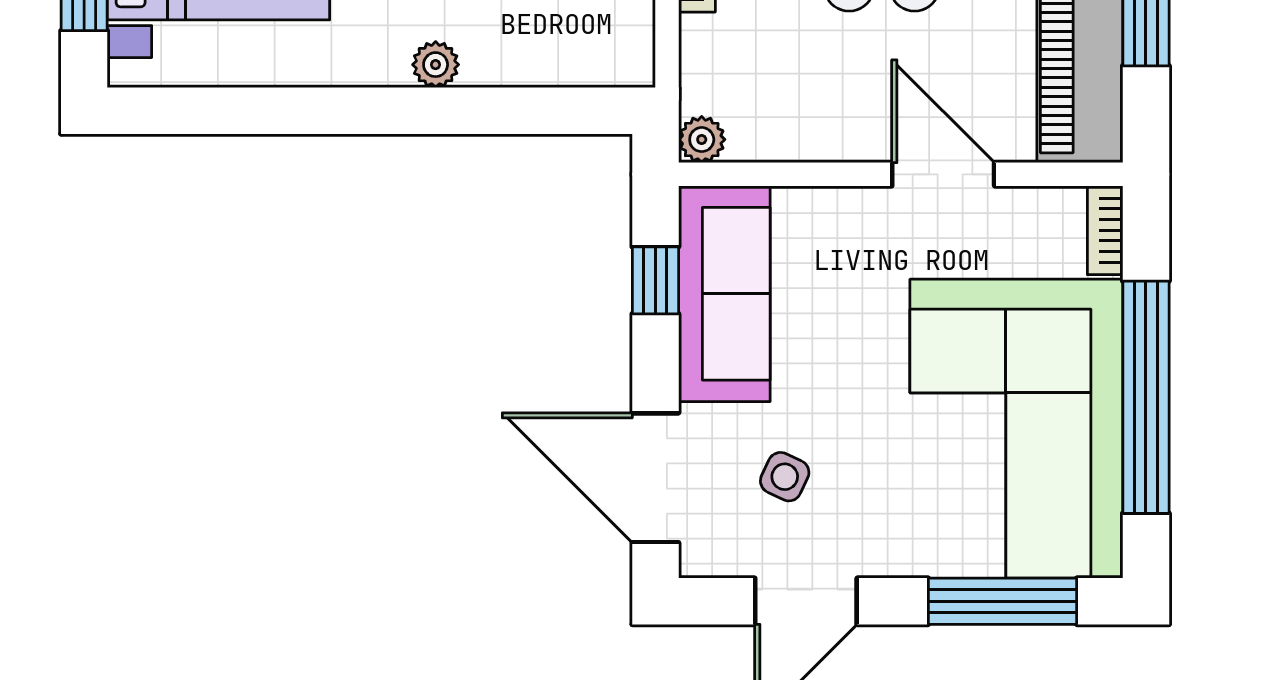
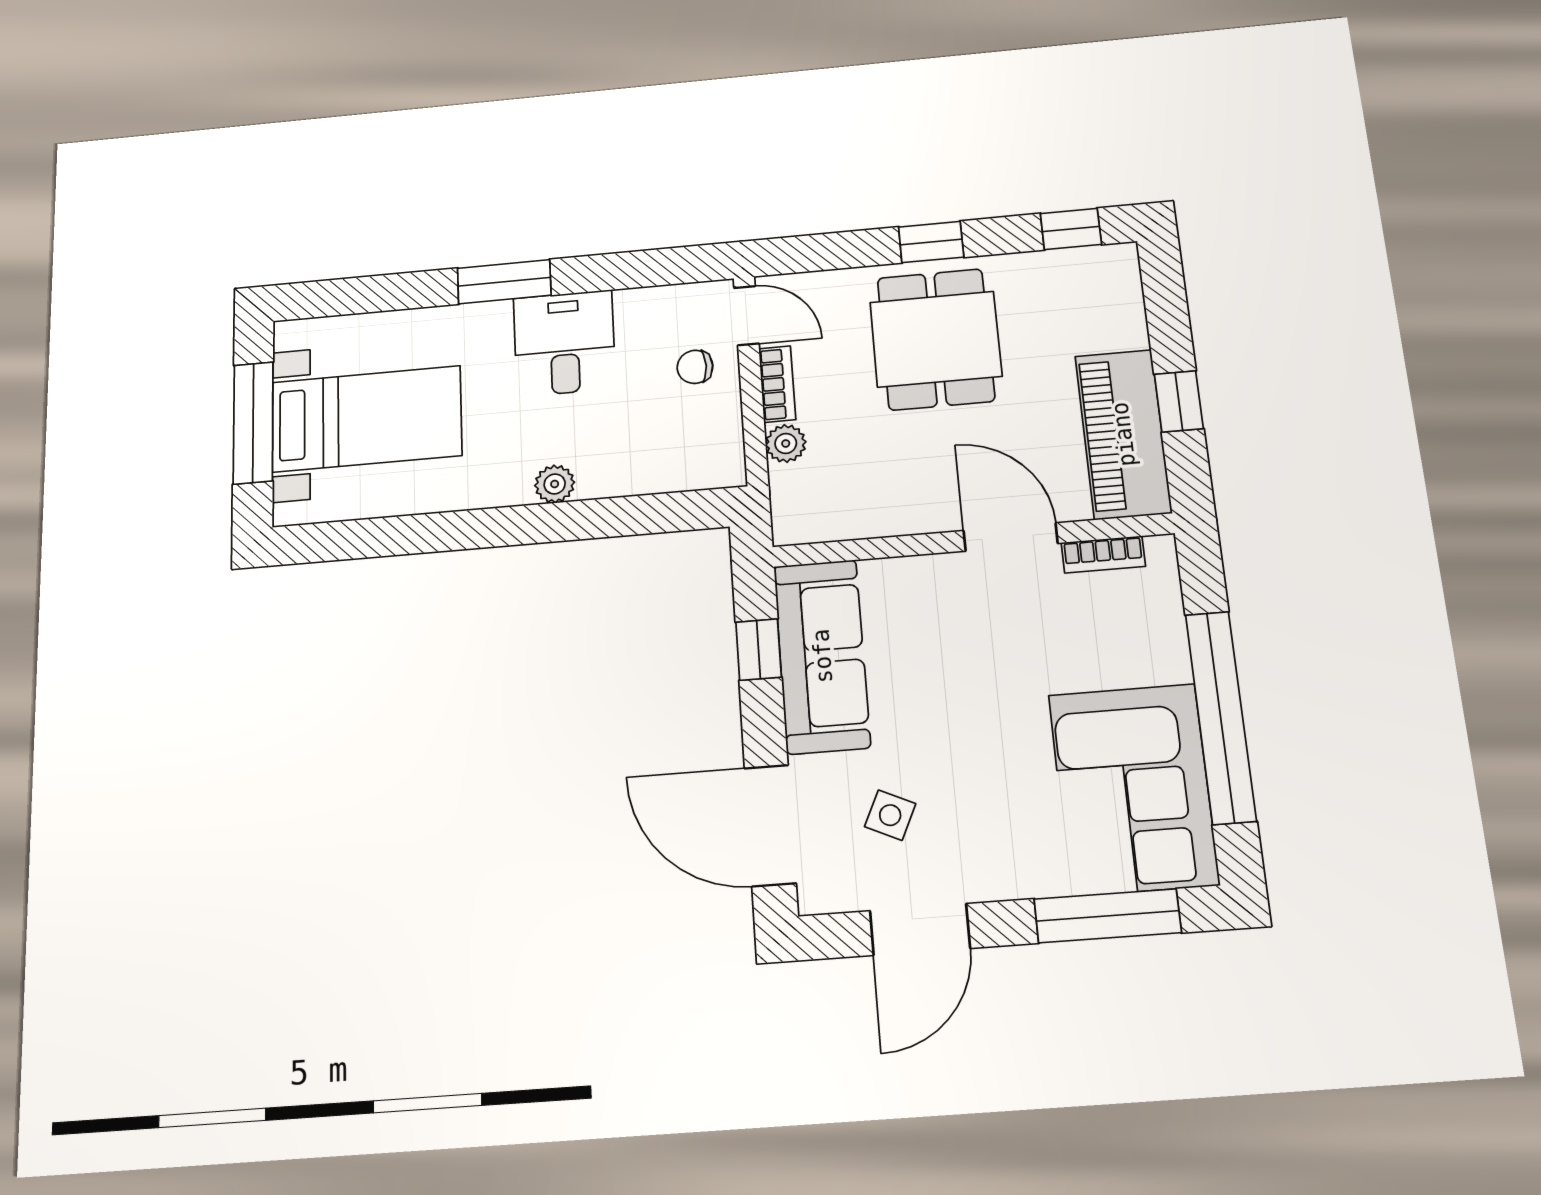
plant: (702, 140) -> (786, 443), moved
bookcase: (1105, 230) -> (1103, 554), moved, turned -90
corner sofa: (1016, 429) -> (1133, 789), width x0.73, depth x0.74

